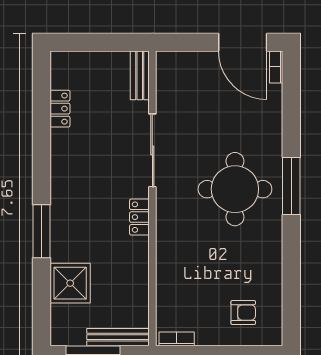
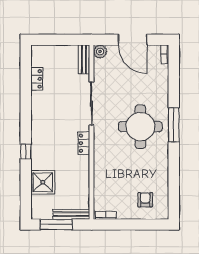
door: (243, 42) -> (133, 40), moved
plant: (167, 62) -> (100, 52), added
window: (41, 231) -> (26, 152), width x0.46
armchair: (243, 313) -> (145, 200), turned -90

